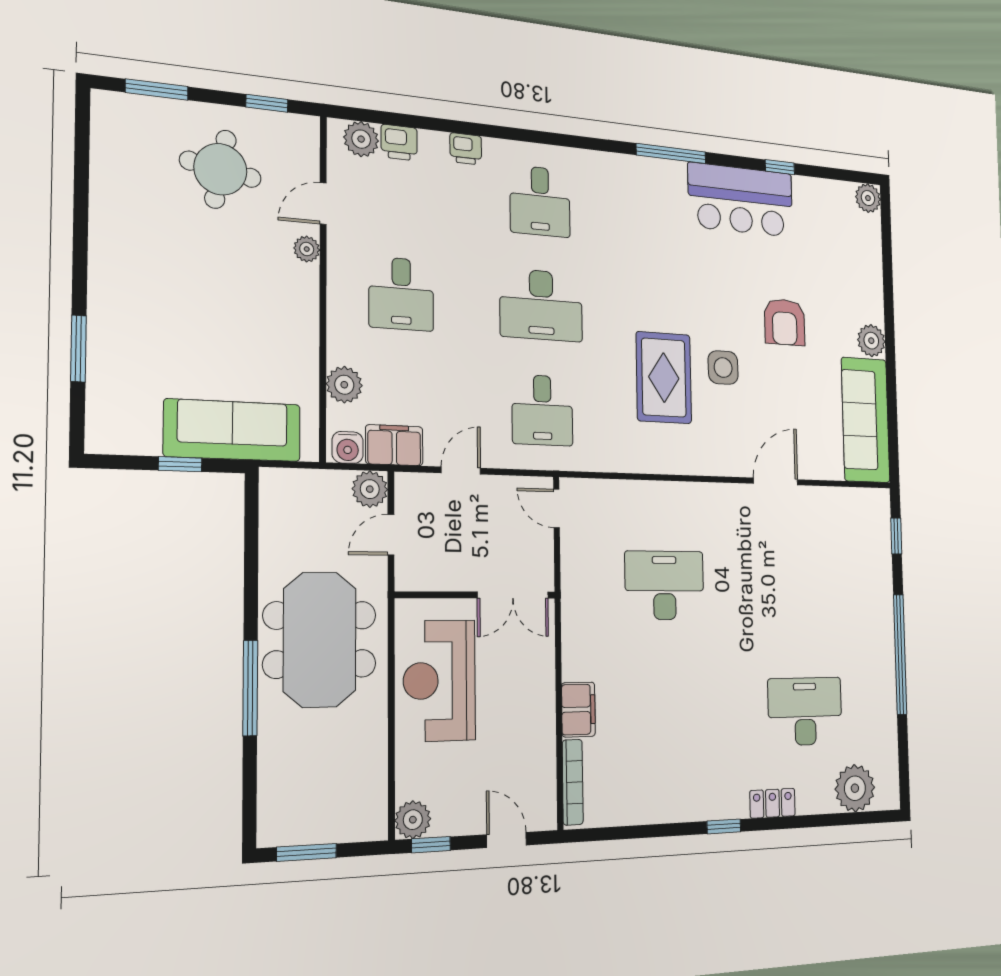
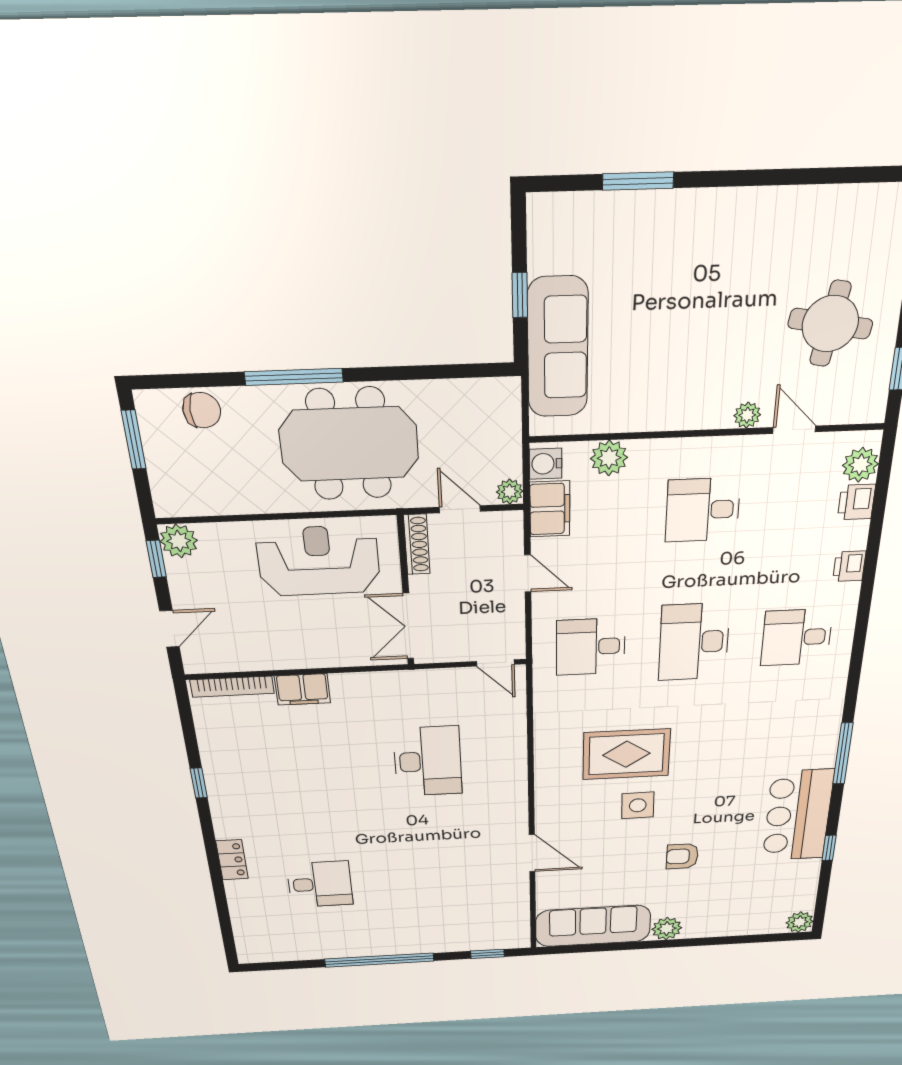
armchair: (785, 322) -> (682, 856), width x0.72, depth x0.72
plant: (370, 489) -> (510, 492), width x0.73, depth x0.73
door: (557, 508) -> (495, 663), swing flipped
shoe rack: (426, 580) -> (417, 544), added
desk: (805, 711) -> (320, 884), width x0.73
chair: (280, 782) -> (202, 410), added
plant: (855, 788) -> (254, 927), removed
window: (724, 826) -> (199, 783), moved

